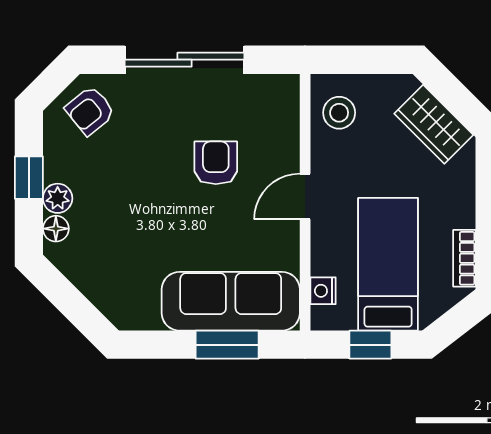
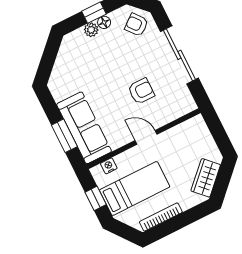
stool: (339, 113) -> (190, 134), removed
floor lamp: (56, 229) -> (104, 22), moved
bookcase: (464, 258) -> (161, 217), width x1.56

